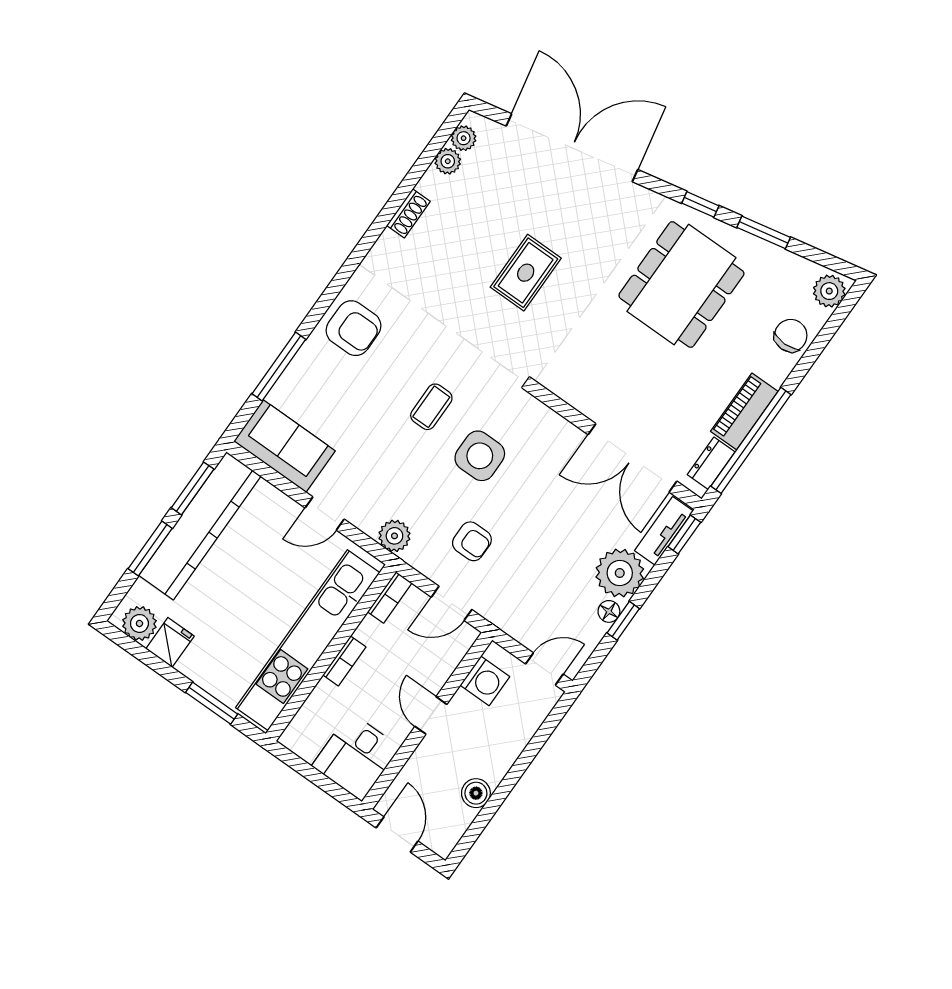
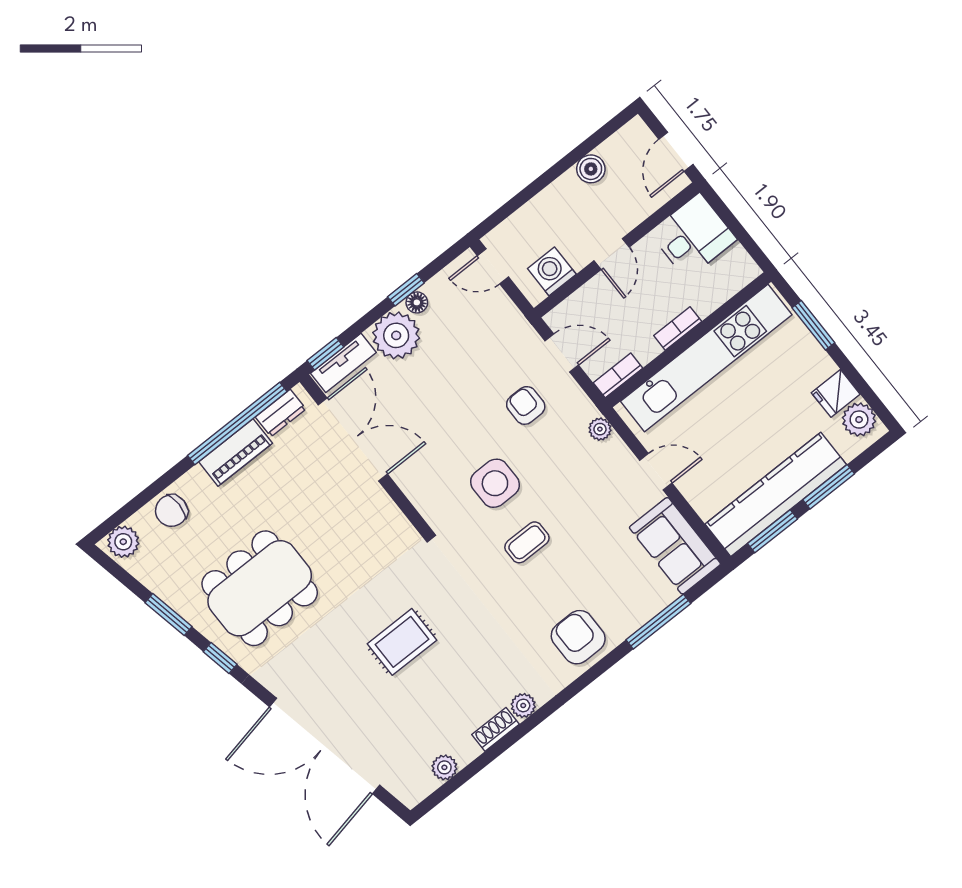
plant: (464, 138) -> (523, 705), moved
plant: (394, 536) -> (600, 429), width x0.73, depth x0.73

